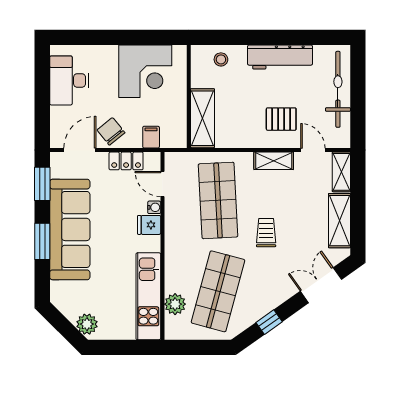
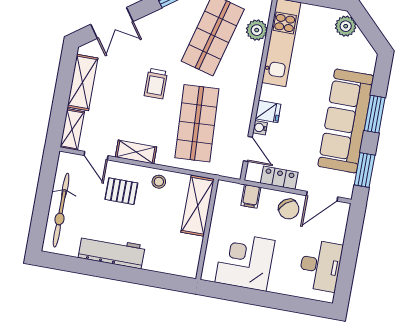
stool: (221, 59) -> (159, 182), moved

